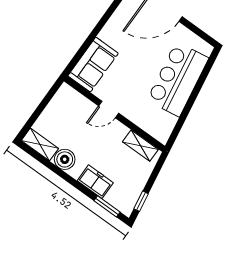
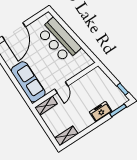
sofa: (93, 65) -> (28, 82), width x1.36
shelving: (140, 146) -> (46, 106), moved
boiler: (65, 159) -> (81, 125), removed

